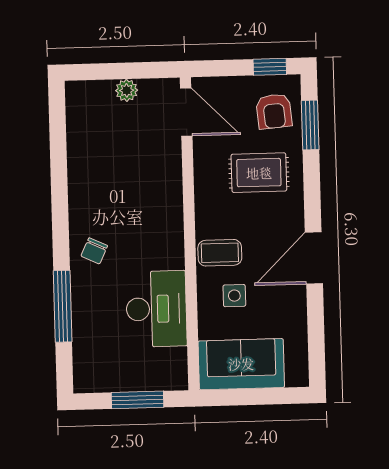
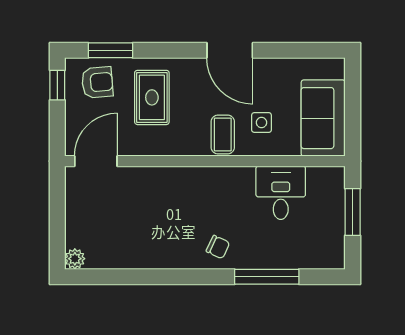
plant: (127, 90) -> (75, 259), moved
desk: (156, 309) -> (281, 193), width x0.73

